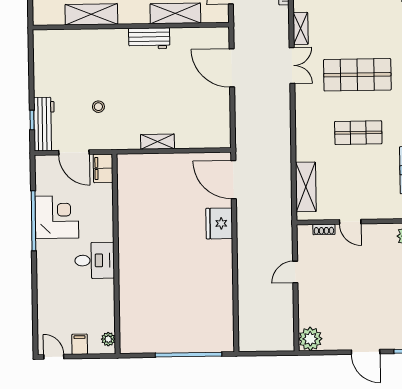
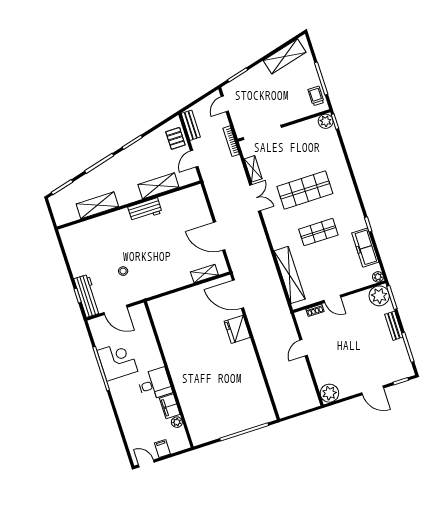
door: (232, 68) -> (219, 236), moved
shelving: (158, 142) -> (204, 273), moved
filing cabinet: (103, 168) -> (170, 406), moved
shelving: (306, 187) -> (290, 275), width x1.47
plant: (108, 339) -> (177, 422), moved

